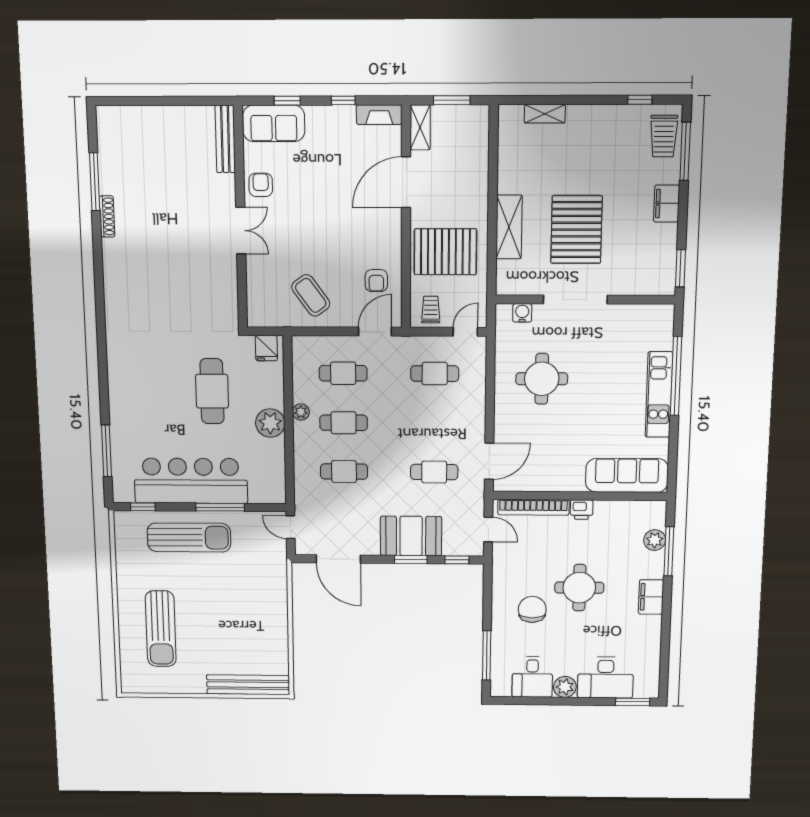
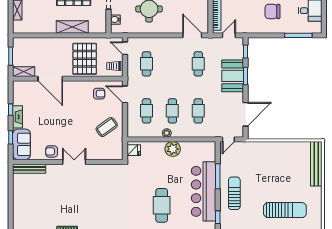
fireplace: (379, 115) -> (18, 117), moved
cafe table: (212, 391) -> (162, 205), moved, turned 90
sun lounger: (189, 537) -> (234, 193), width x0.73, depth x0.75

